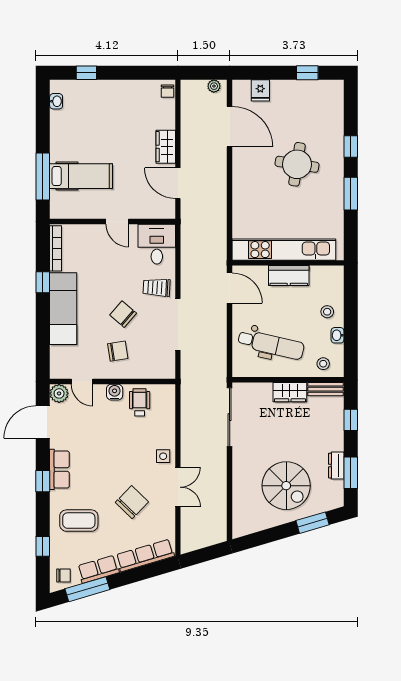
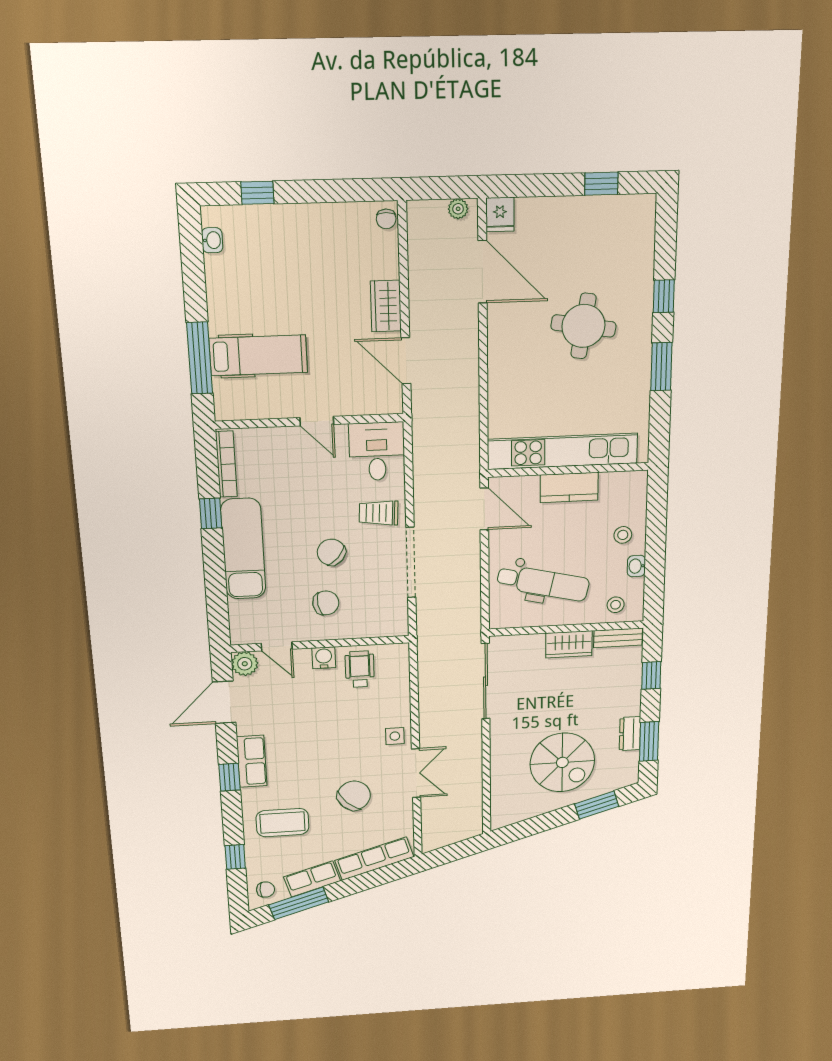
fridge: (260, 90) -> (500, 215), moved

